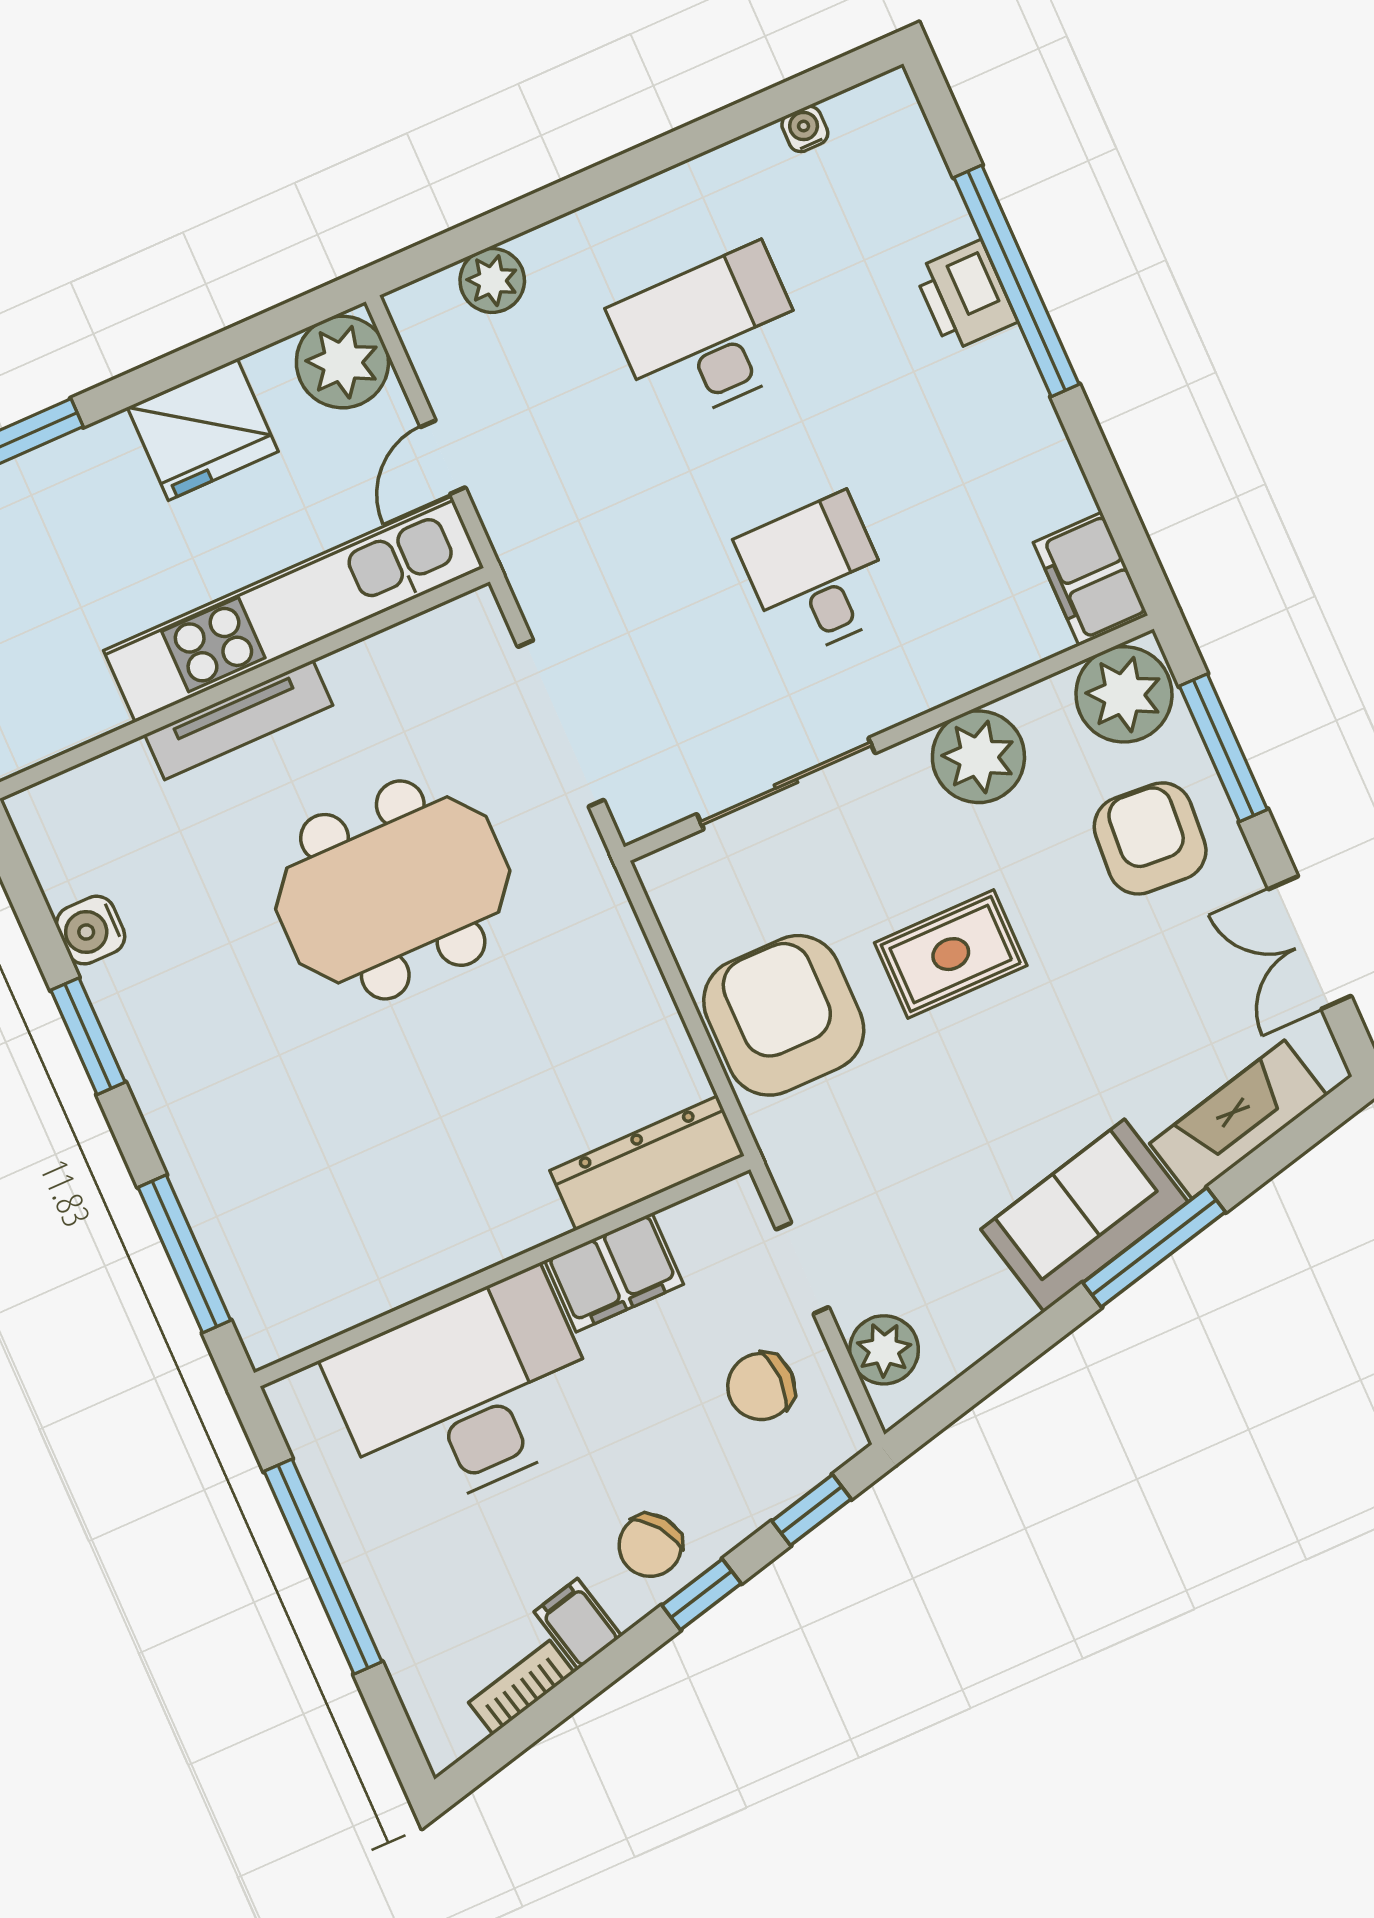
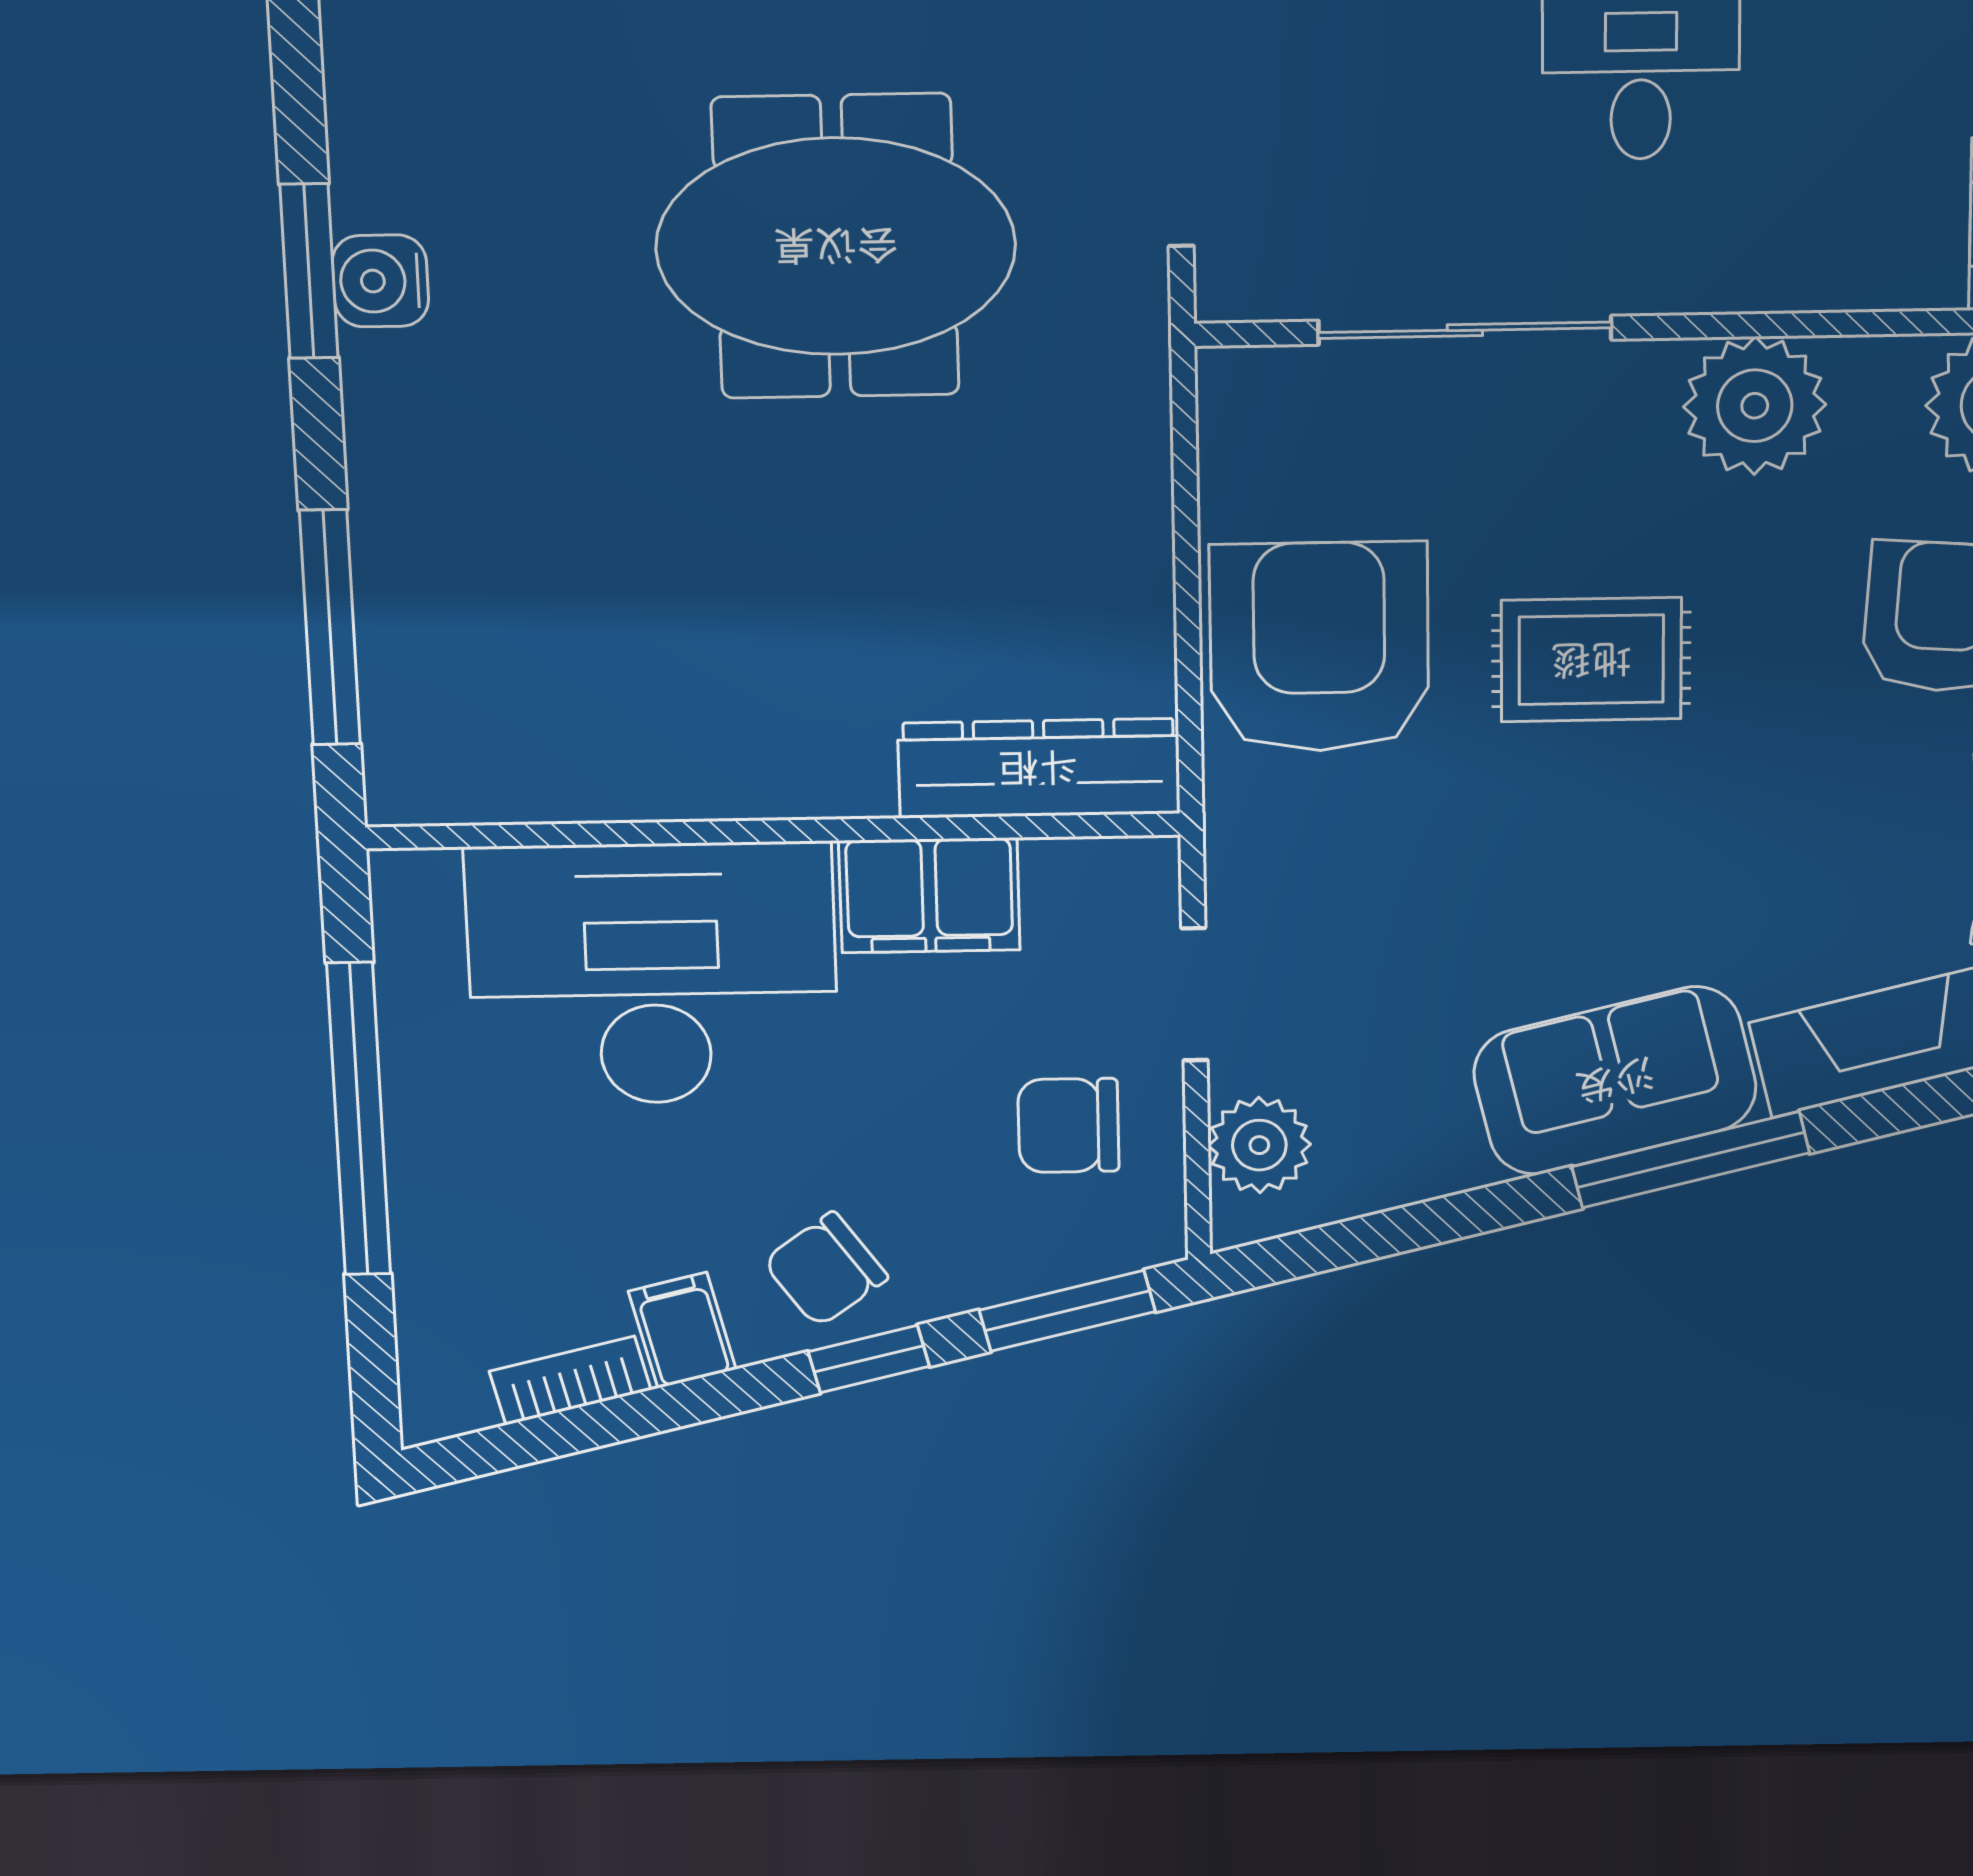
water cooler: (91, 930) -> (380, 281), moved
window: (812, 1510) -> (1067, 1311), width x1.50

